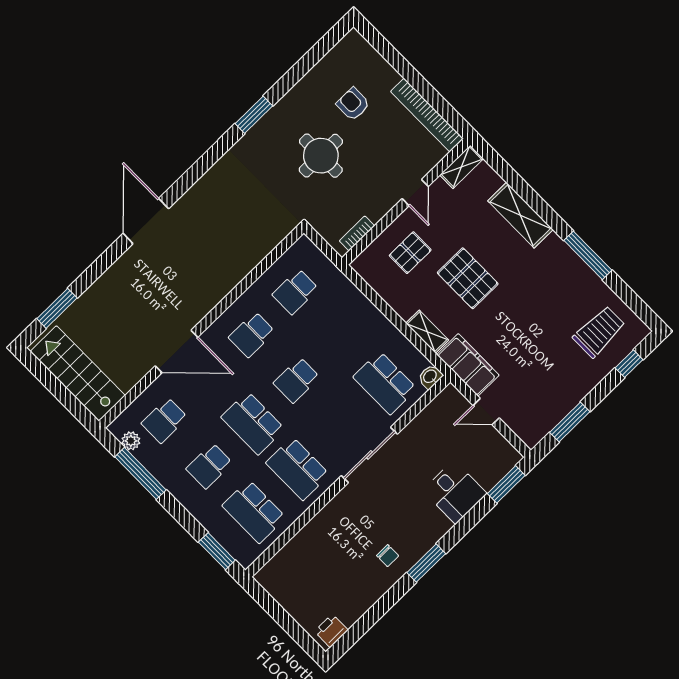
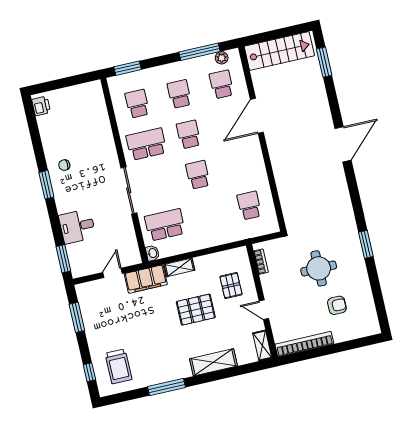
door: (146, 221) -> (343, 144), hinge flipped
school desk: (252, 335) -> (240, 165), removed
school desk: (253, 423) -> (189, 134), width x0.54
school desk: (254, 512) -> (137, 104), width x0.54

